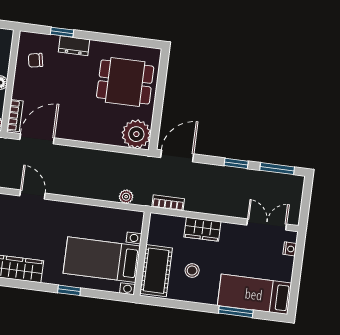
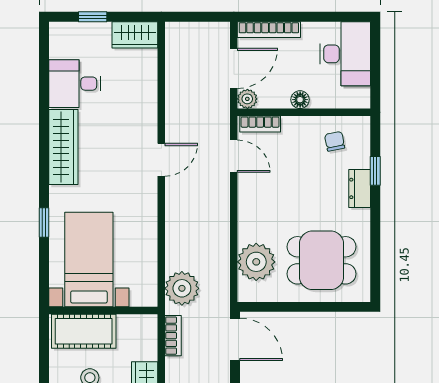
dining table: (125, 82) -> (322, 260), turned 90
plant: (136, 134) -> (256, 262), moved
door: (37, 139) -> (234, 156), width x0.73
plant: (126, 197) -> (182, 288), width x1.87, depth x1.87

